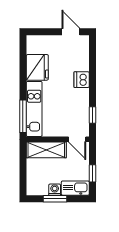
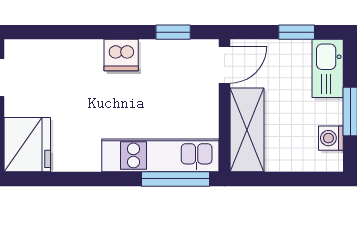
fridge: (37, 67) -> (27, 145), moved, turned 90
dishwasher: (82, 80) -> (121, 55), moved
washing machine: (55, 190) -> (331, 138), moved

